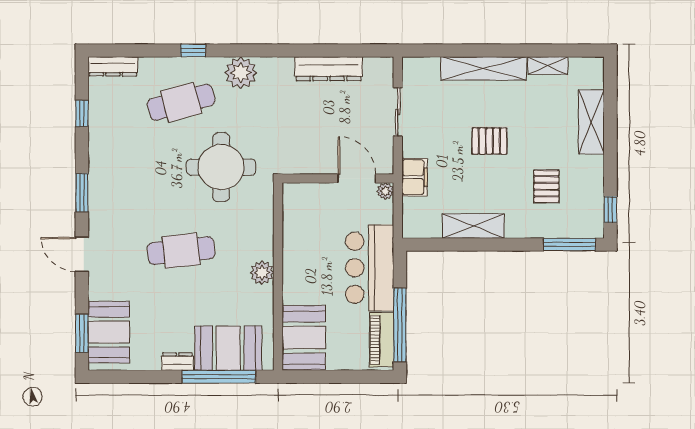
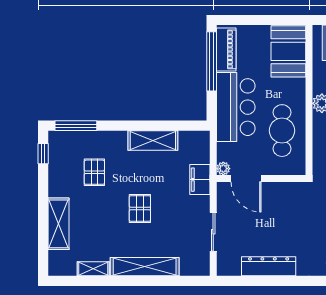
pallet: (489, 141) -> (140, 209), turned 90
cafe table: (312, 238) -> (282, 131), added

